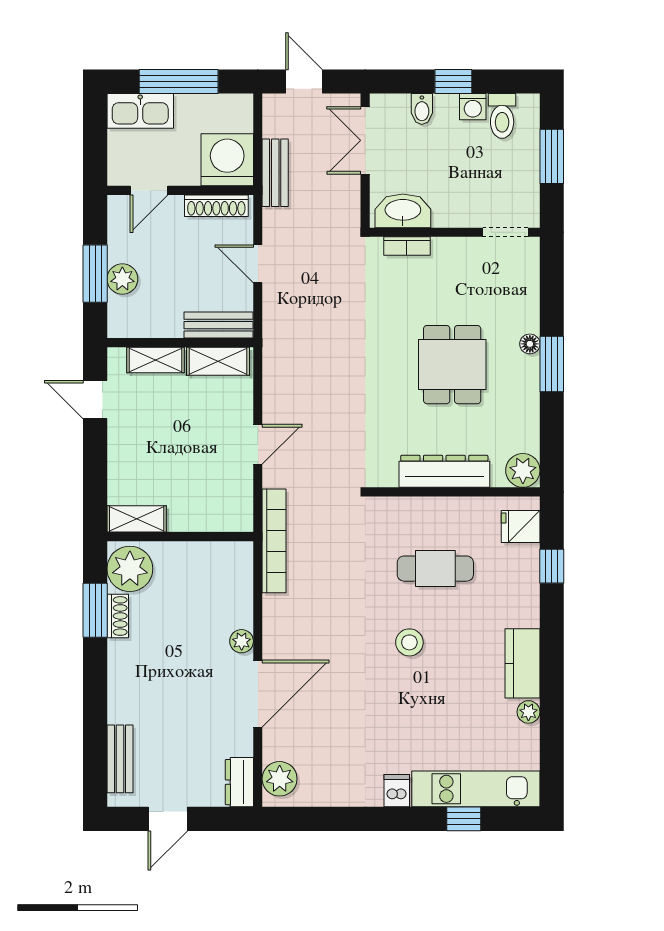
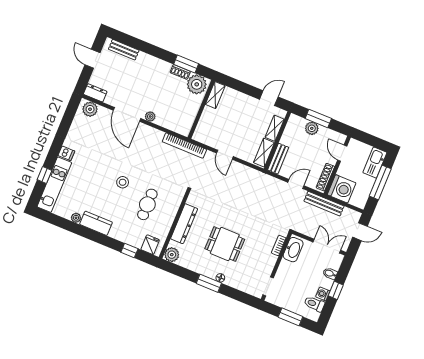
bench: (275, 173) -> (324, 204), width x1.36

